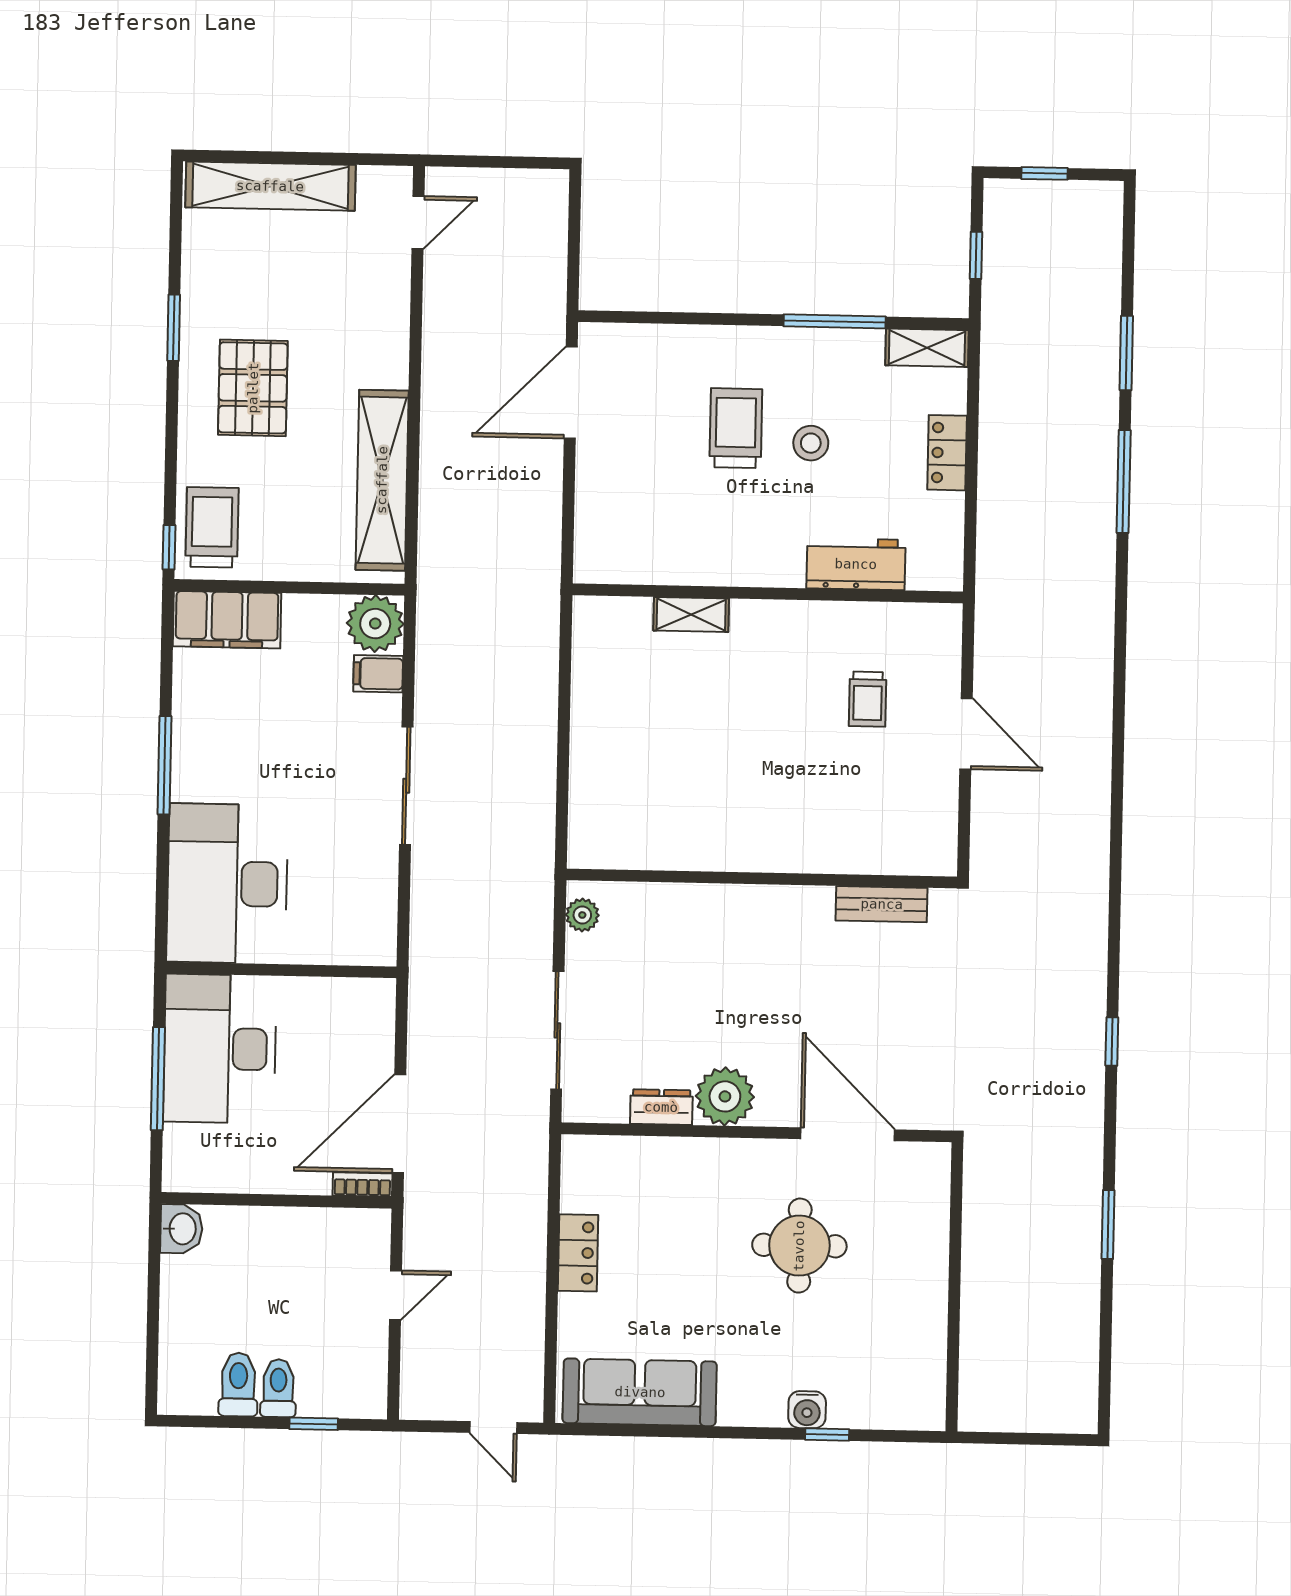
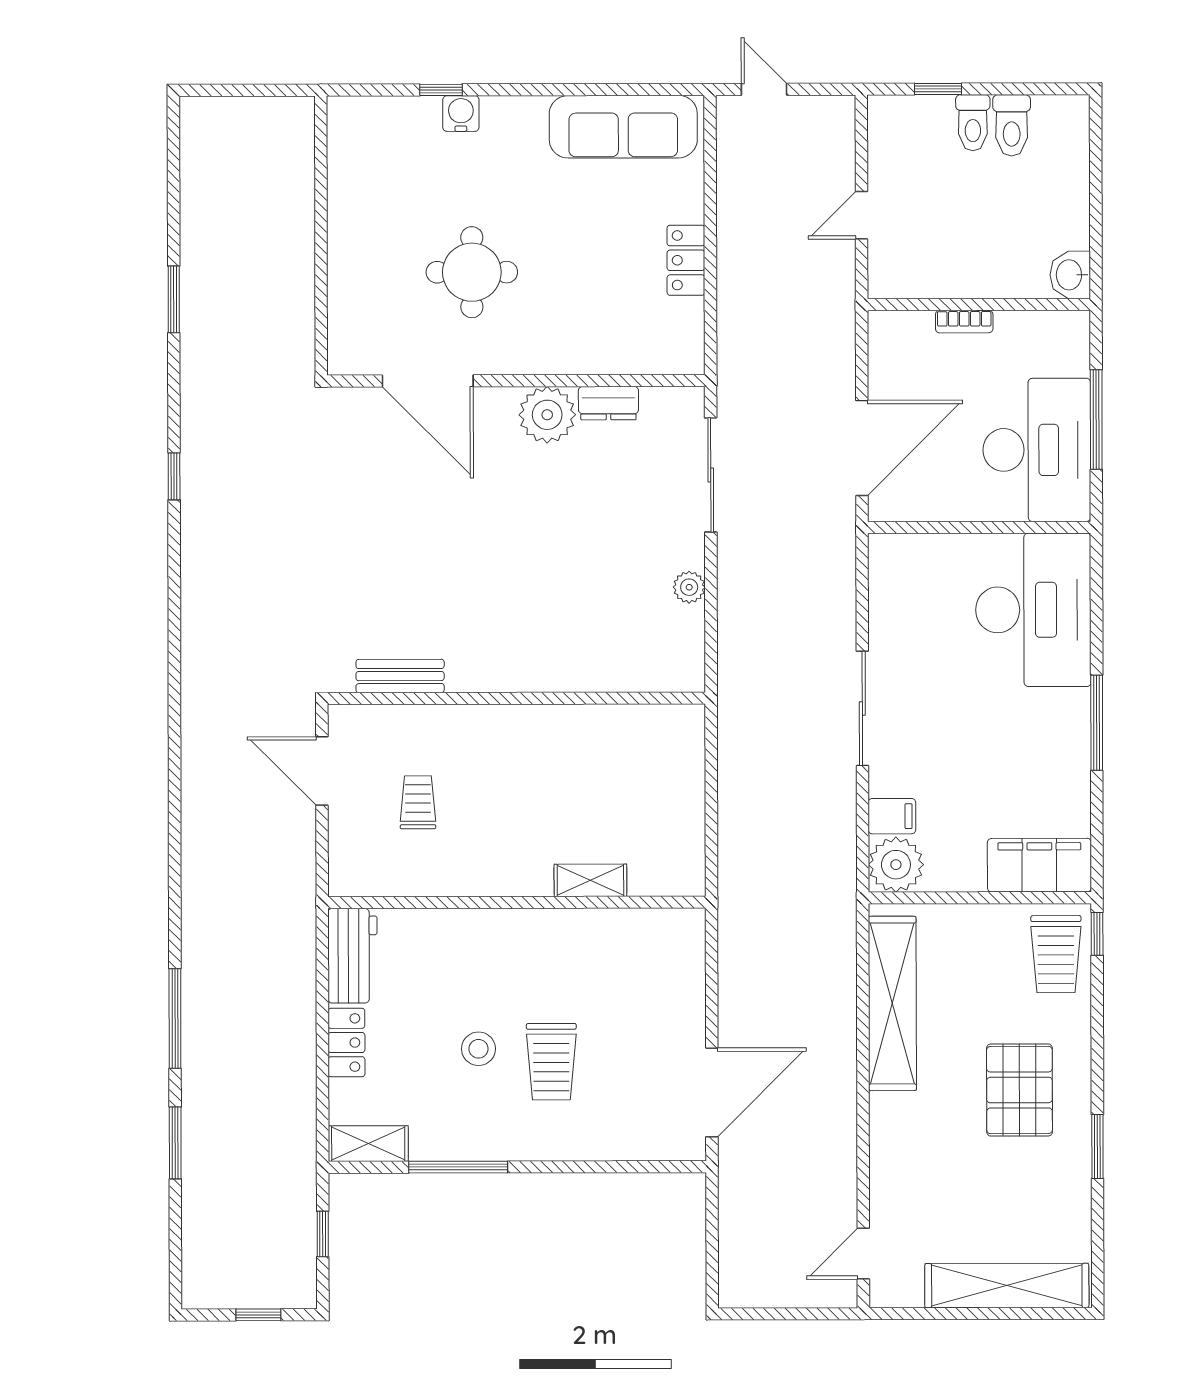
workbench: (856, 564) -> (352, 956), moved, turned -90
wall: (762, 878) -> (516, 698), moved
bench: (882, 904) -> (400, 676), moved
door: (399, 1124) -> (862, 448), moved
bookcase: (362, 1184) -> (964, 322), moved

